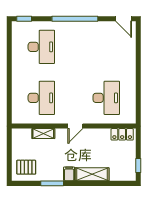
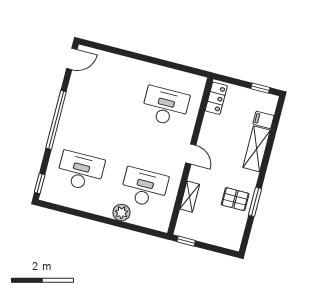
plant: (18, 86) -> (121, 212), added
window: (9, 139) -> (186, 241), added
pallet: (26, 167) -> (235, 199), moved, turned 90
filing cabinet: (69, 174) -> (263, 120), moved

